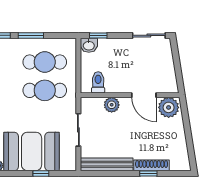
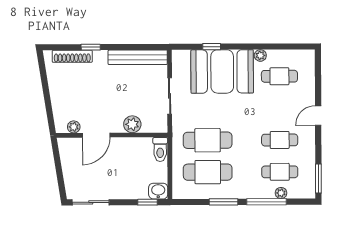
toilet: (98, 82) -> (160, 149), moved
door: (144, 95) -> (96, 135), swing flipped
plant: (169, 107) -> (74, 127), width x0.53, depth x0.53
shoe rack: (152, 165) -> (72, 56), moved

